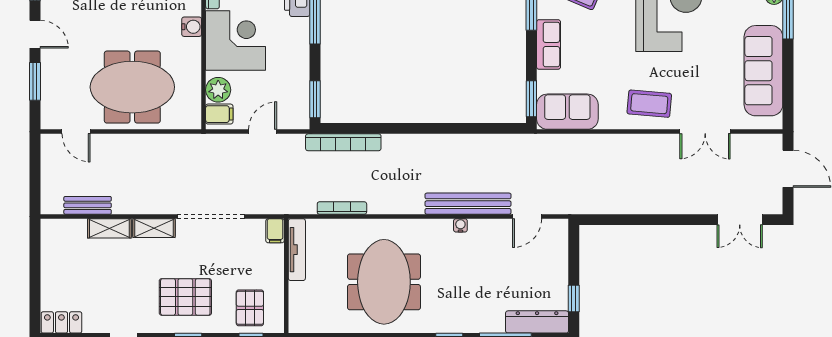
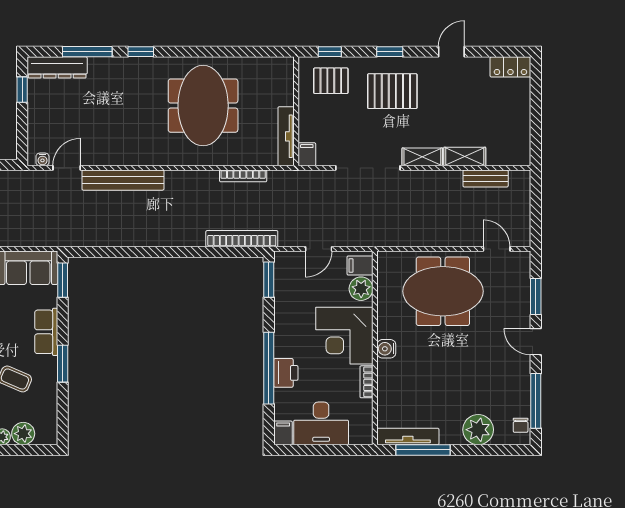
water cooler: (460, 225) -> (42, 159), moved
pallet: (250, 308) -> (331, 81), turned 90

